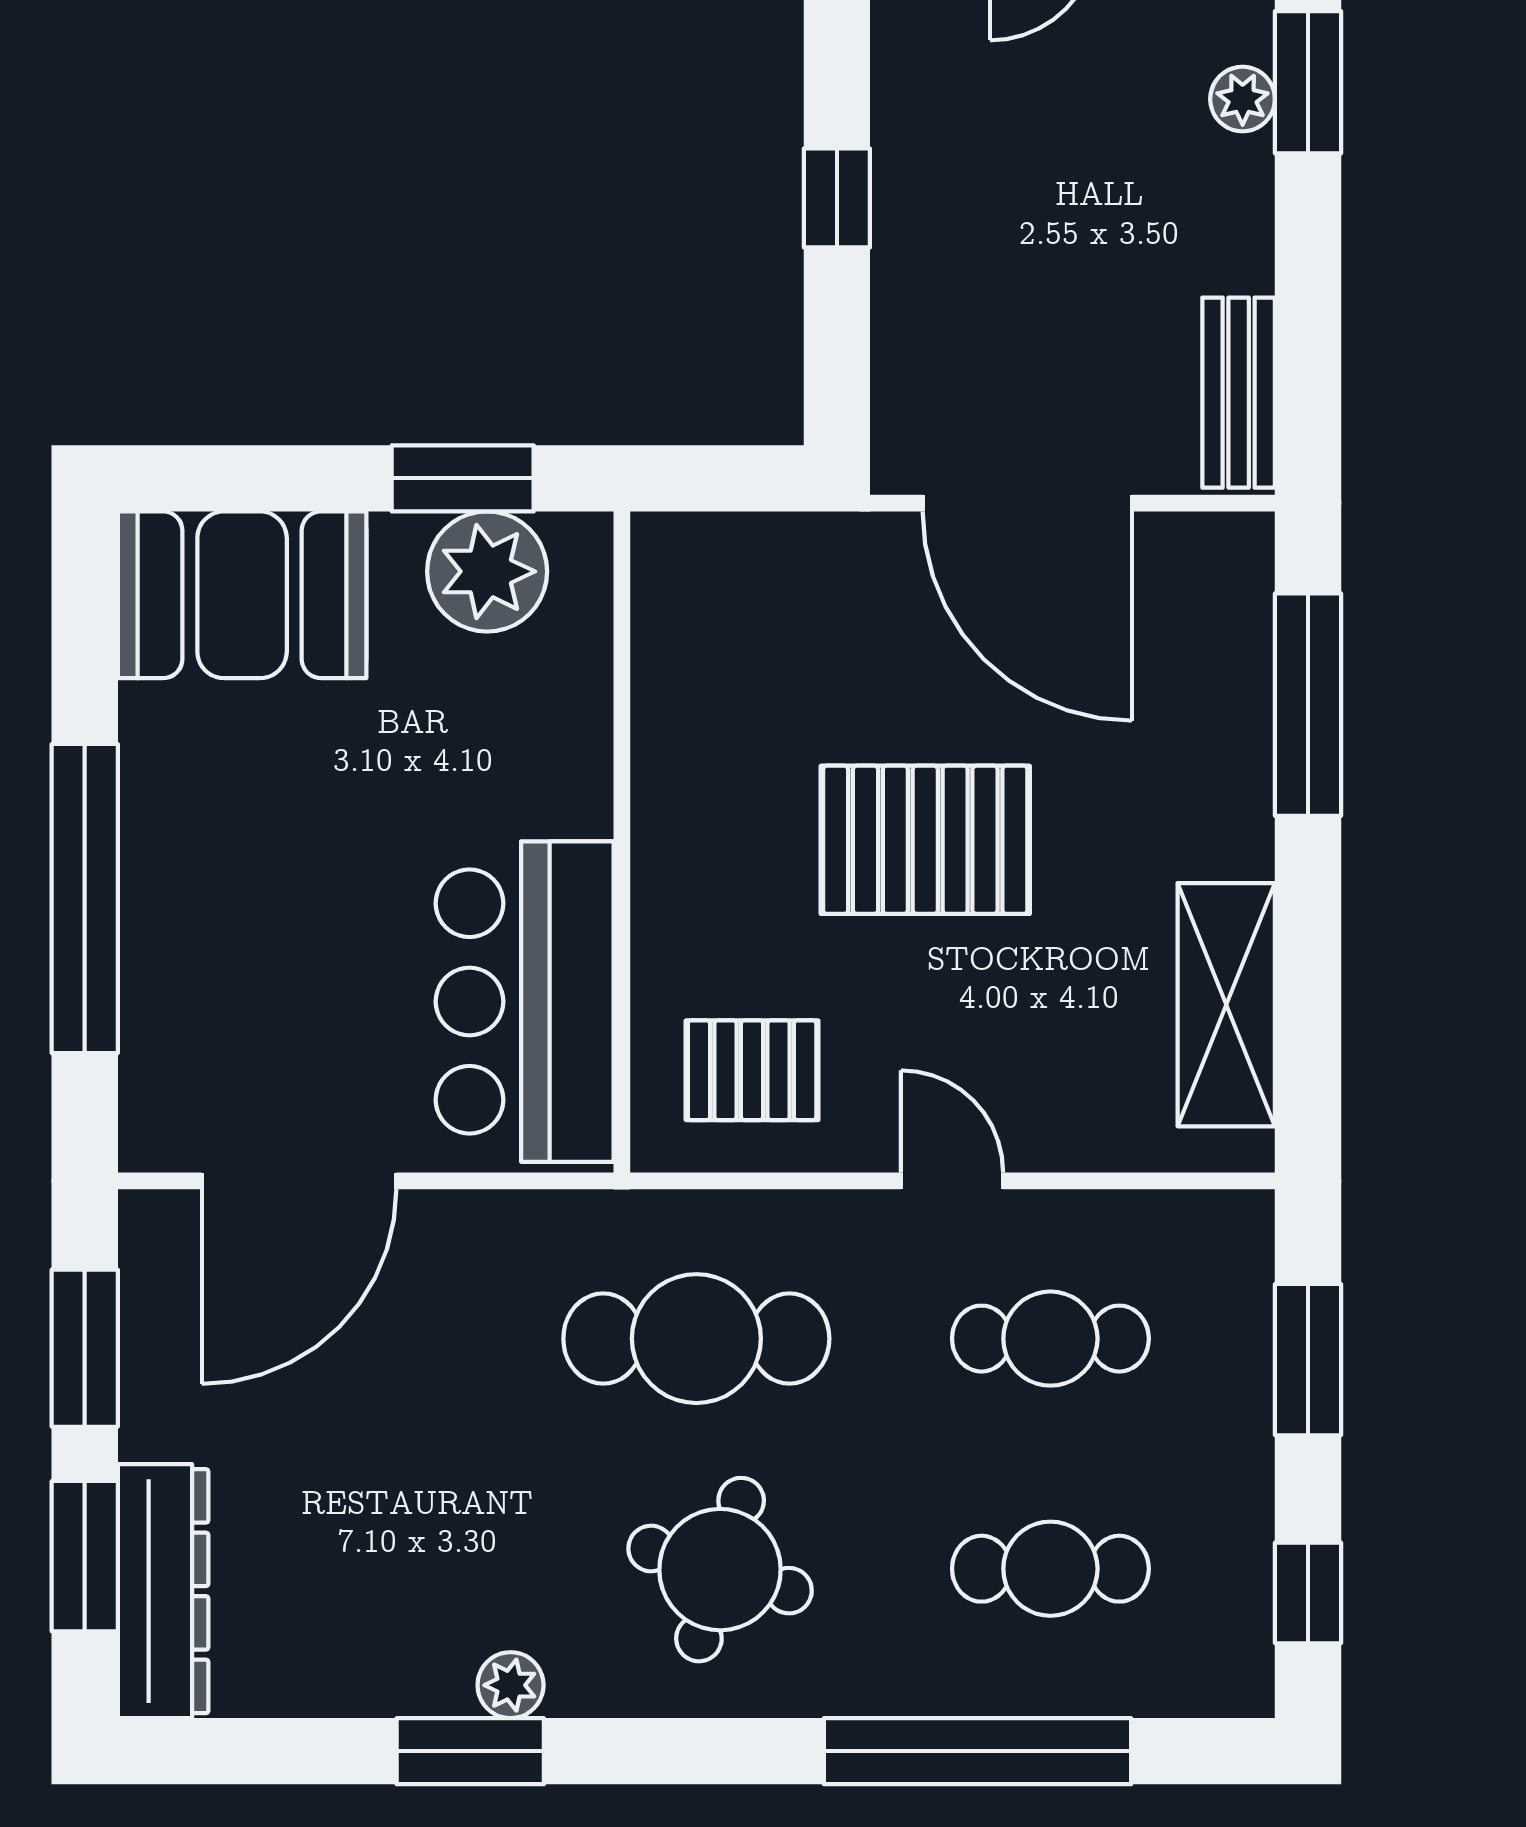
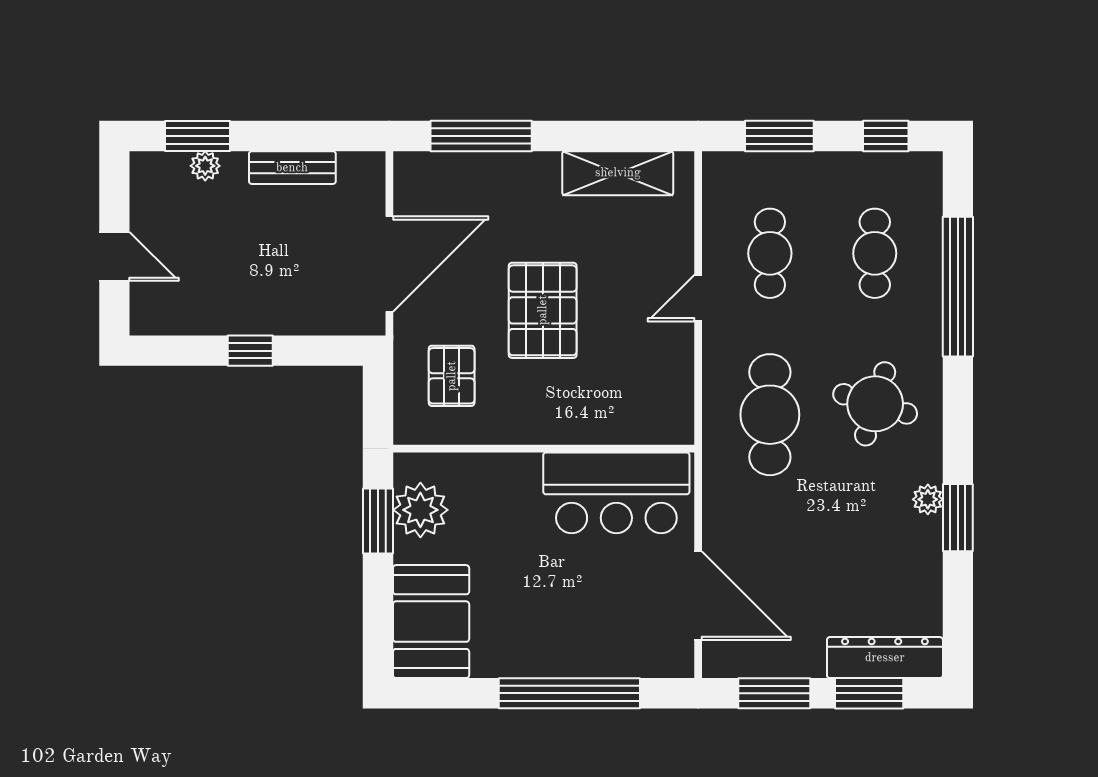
bench: (1239, 393) -> (292, 168), moved
pallet: (752, 1070) -> (452, 376), moved

